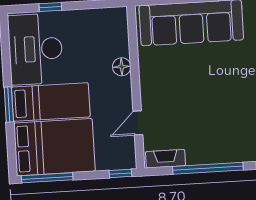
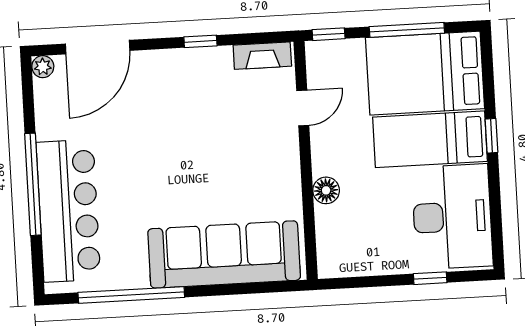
window: (9, 104) -> (491, 136), width x0.67
window: (208, 168) -> (200, 41), width x0.32
window: (47, 178) -> (407, 30), moved

